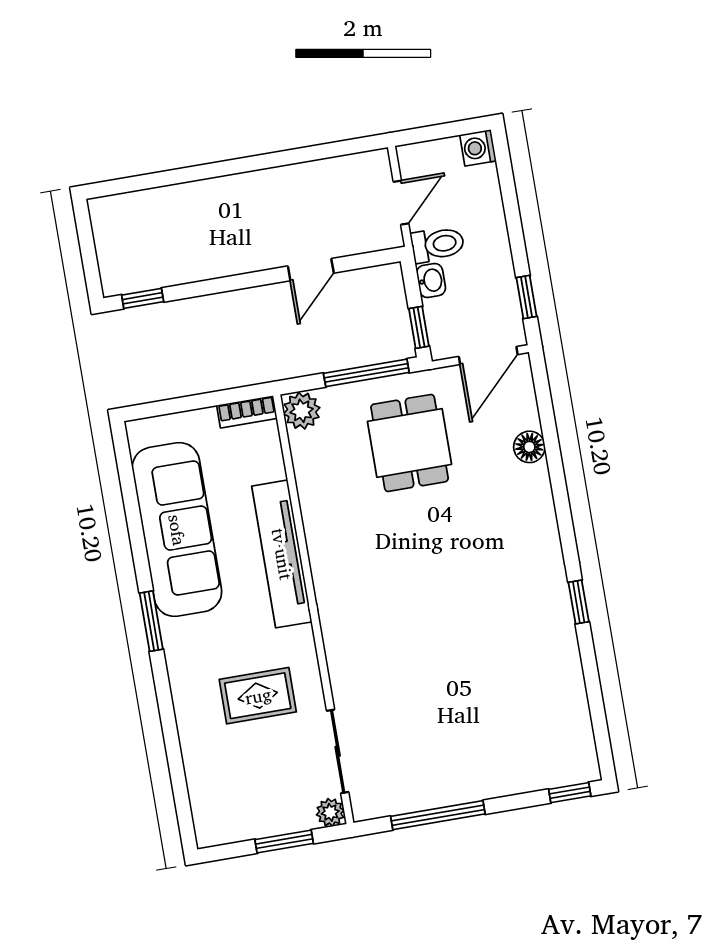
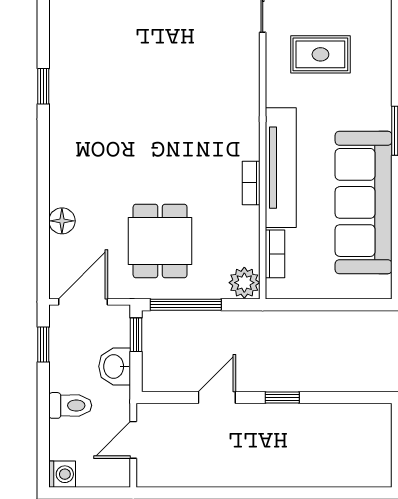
toilet: (438, 244) -> (70, 405), moved, turned 180
washbasin: (431, 280) -> (115, 366), width x1.38, depth x1.45
window: (143, 298) -> (282, 397), moved
bookcase: (247, 412) -> (275, 254), moved, turned 90
bookcase: (314, 530) -> (251, 183), added

